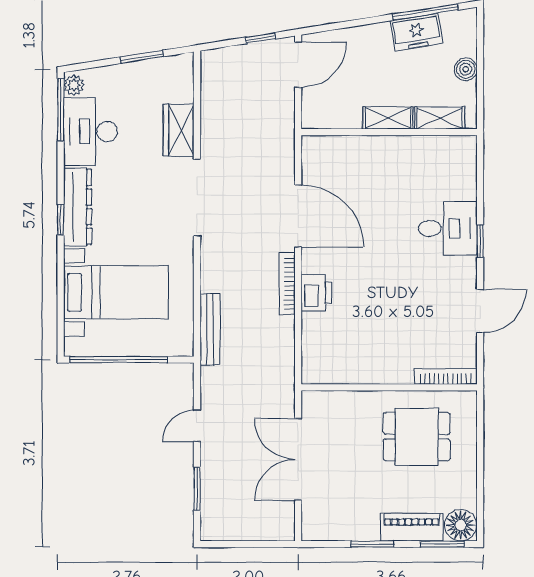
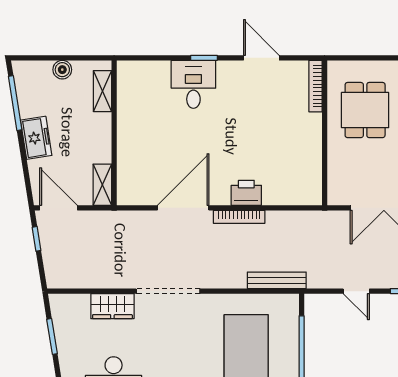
freezer: (417, 32) -> (36, 138), moved
shelving: (388, 118) -> (102, 185), moved

